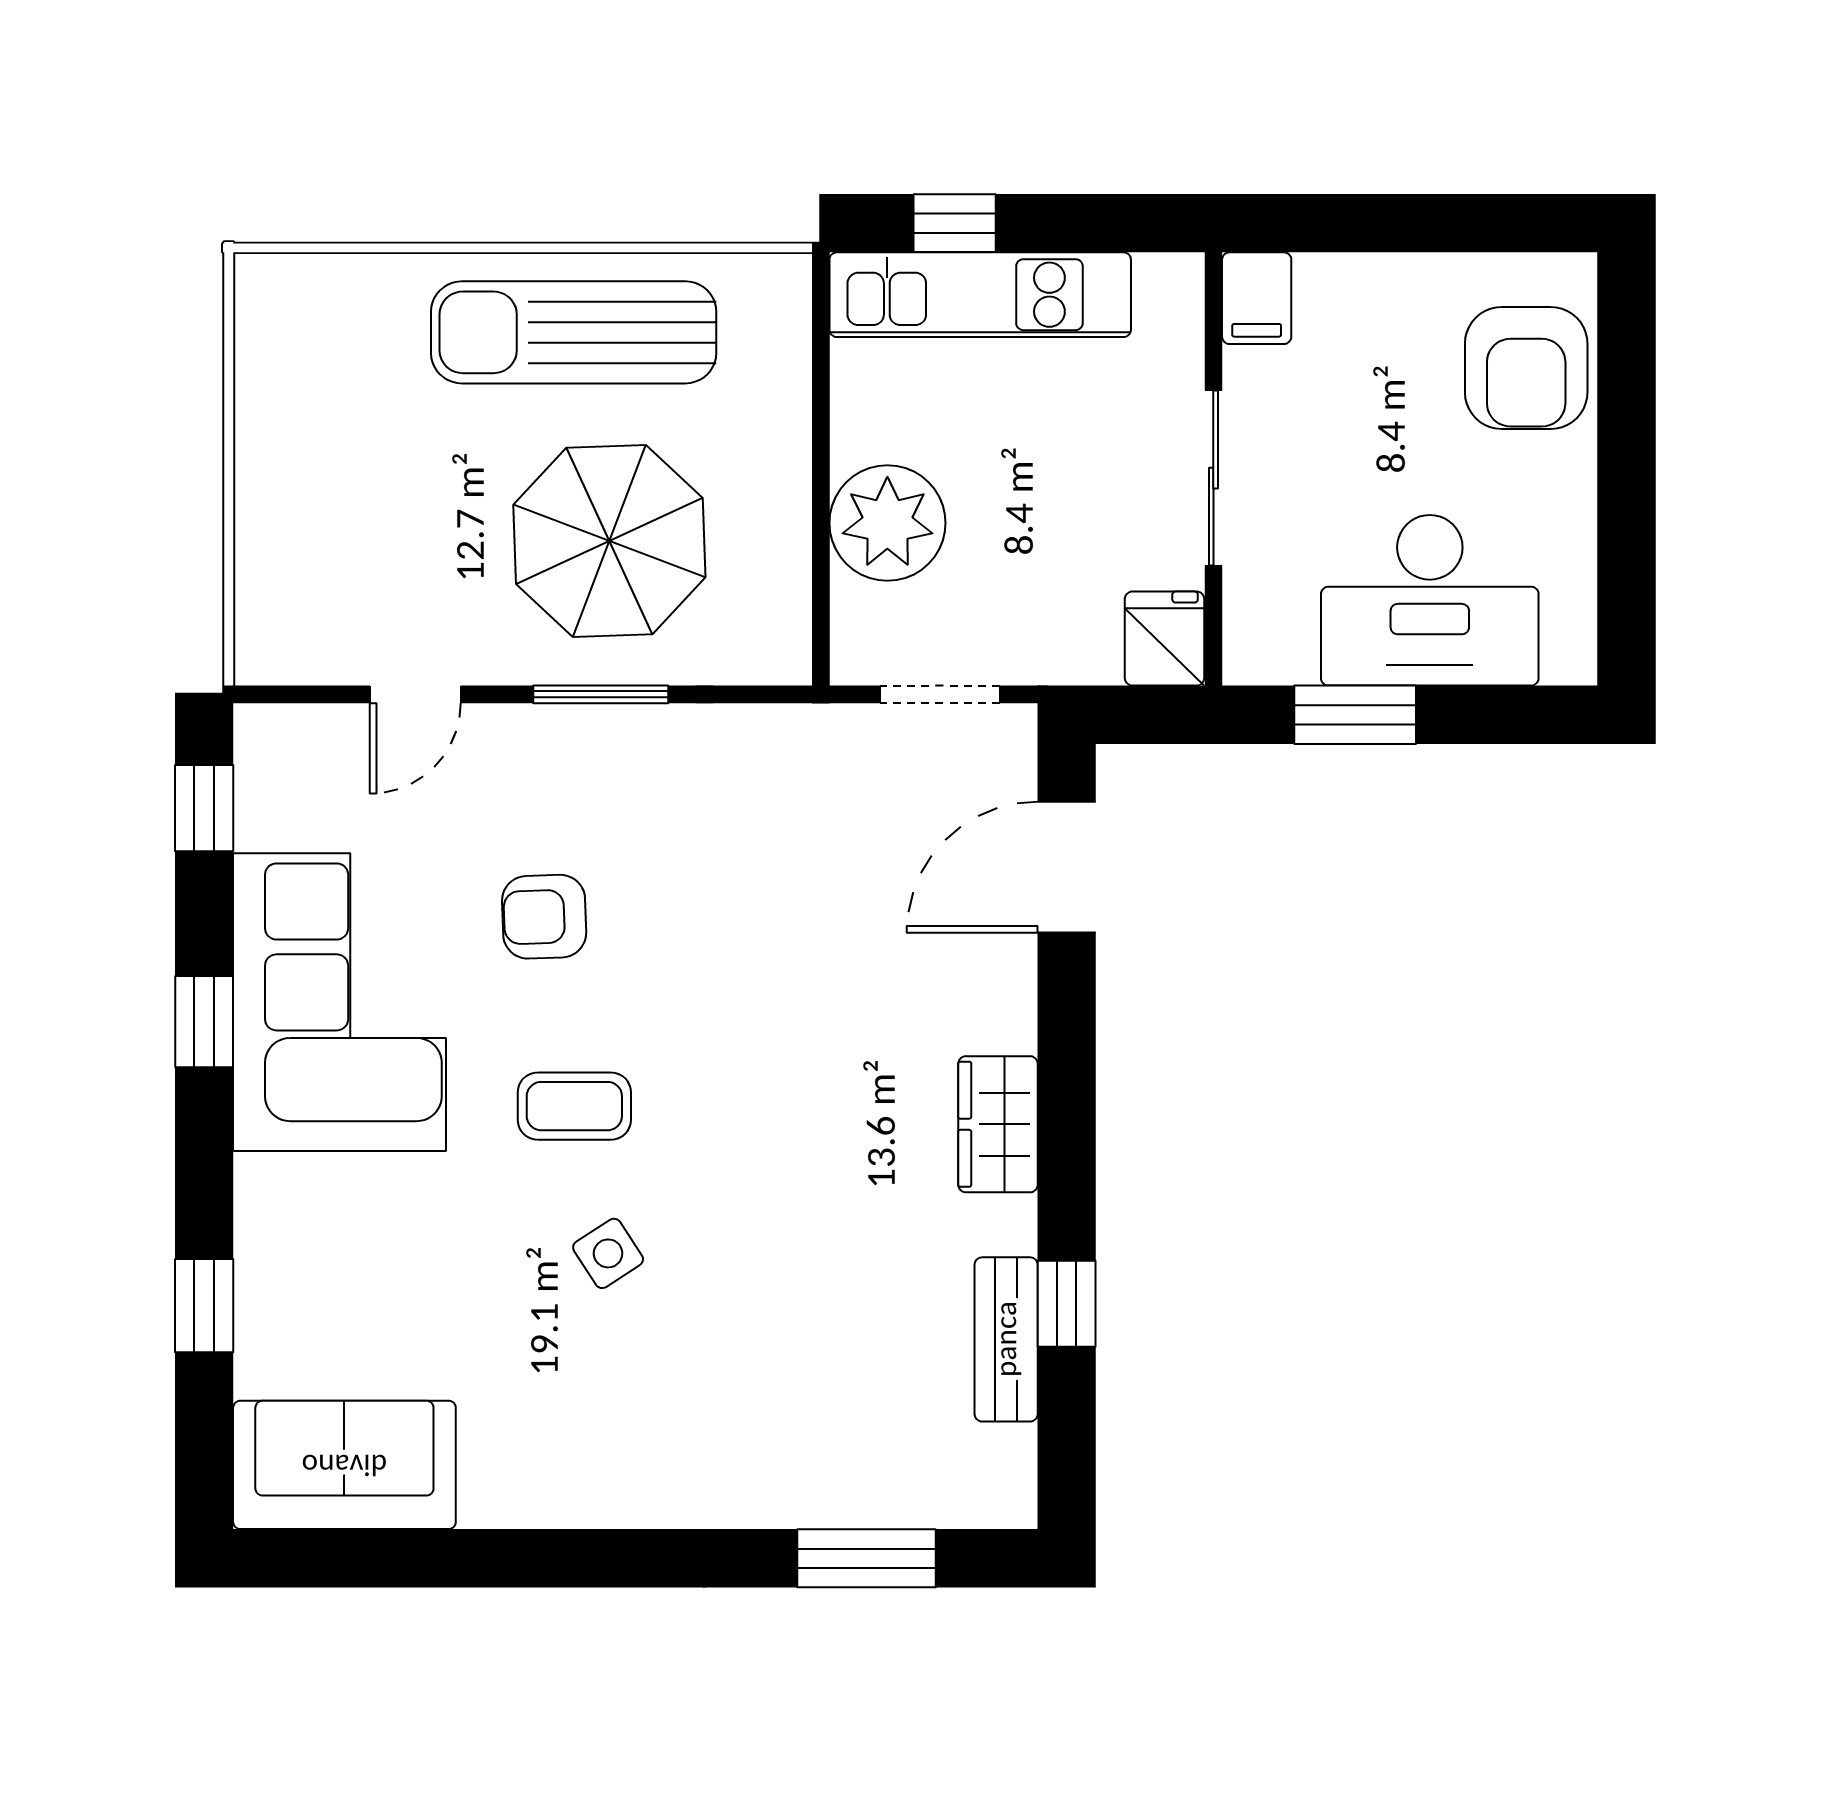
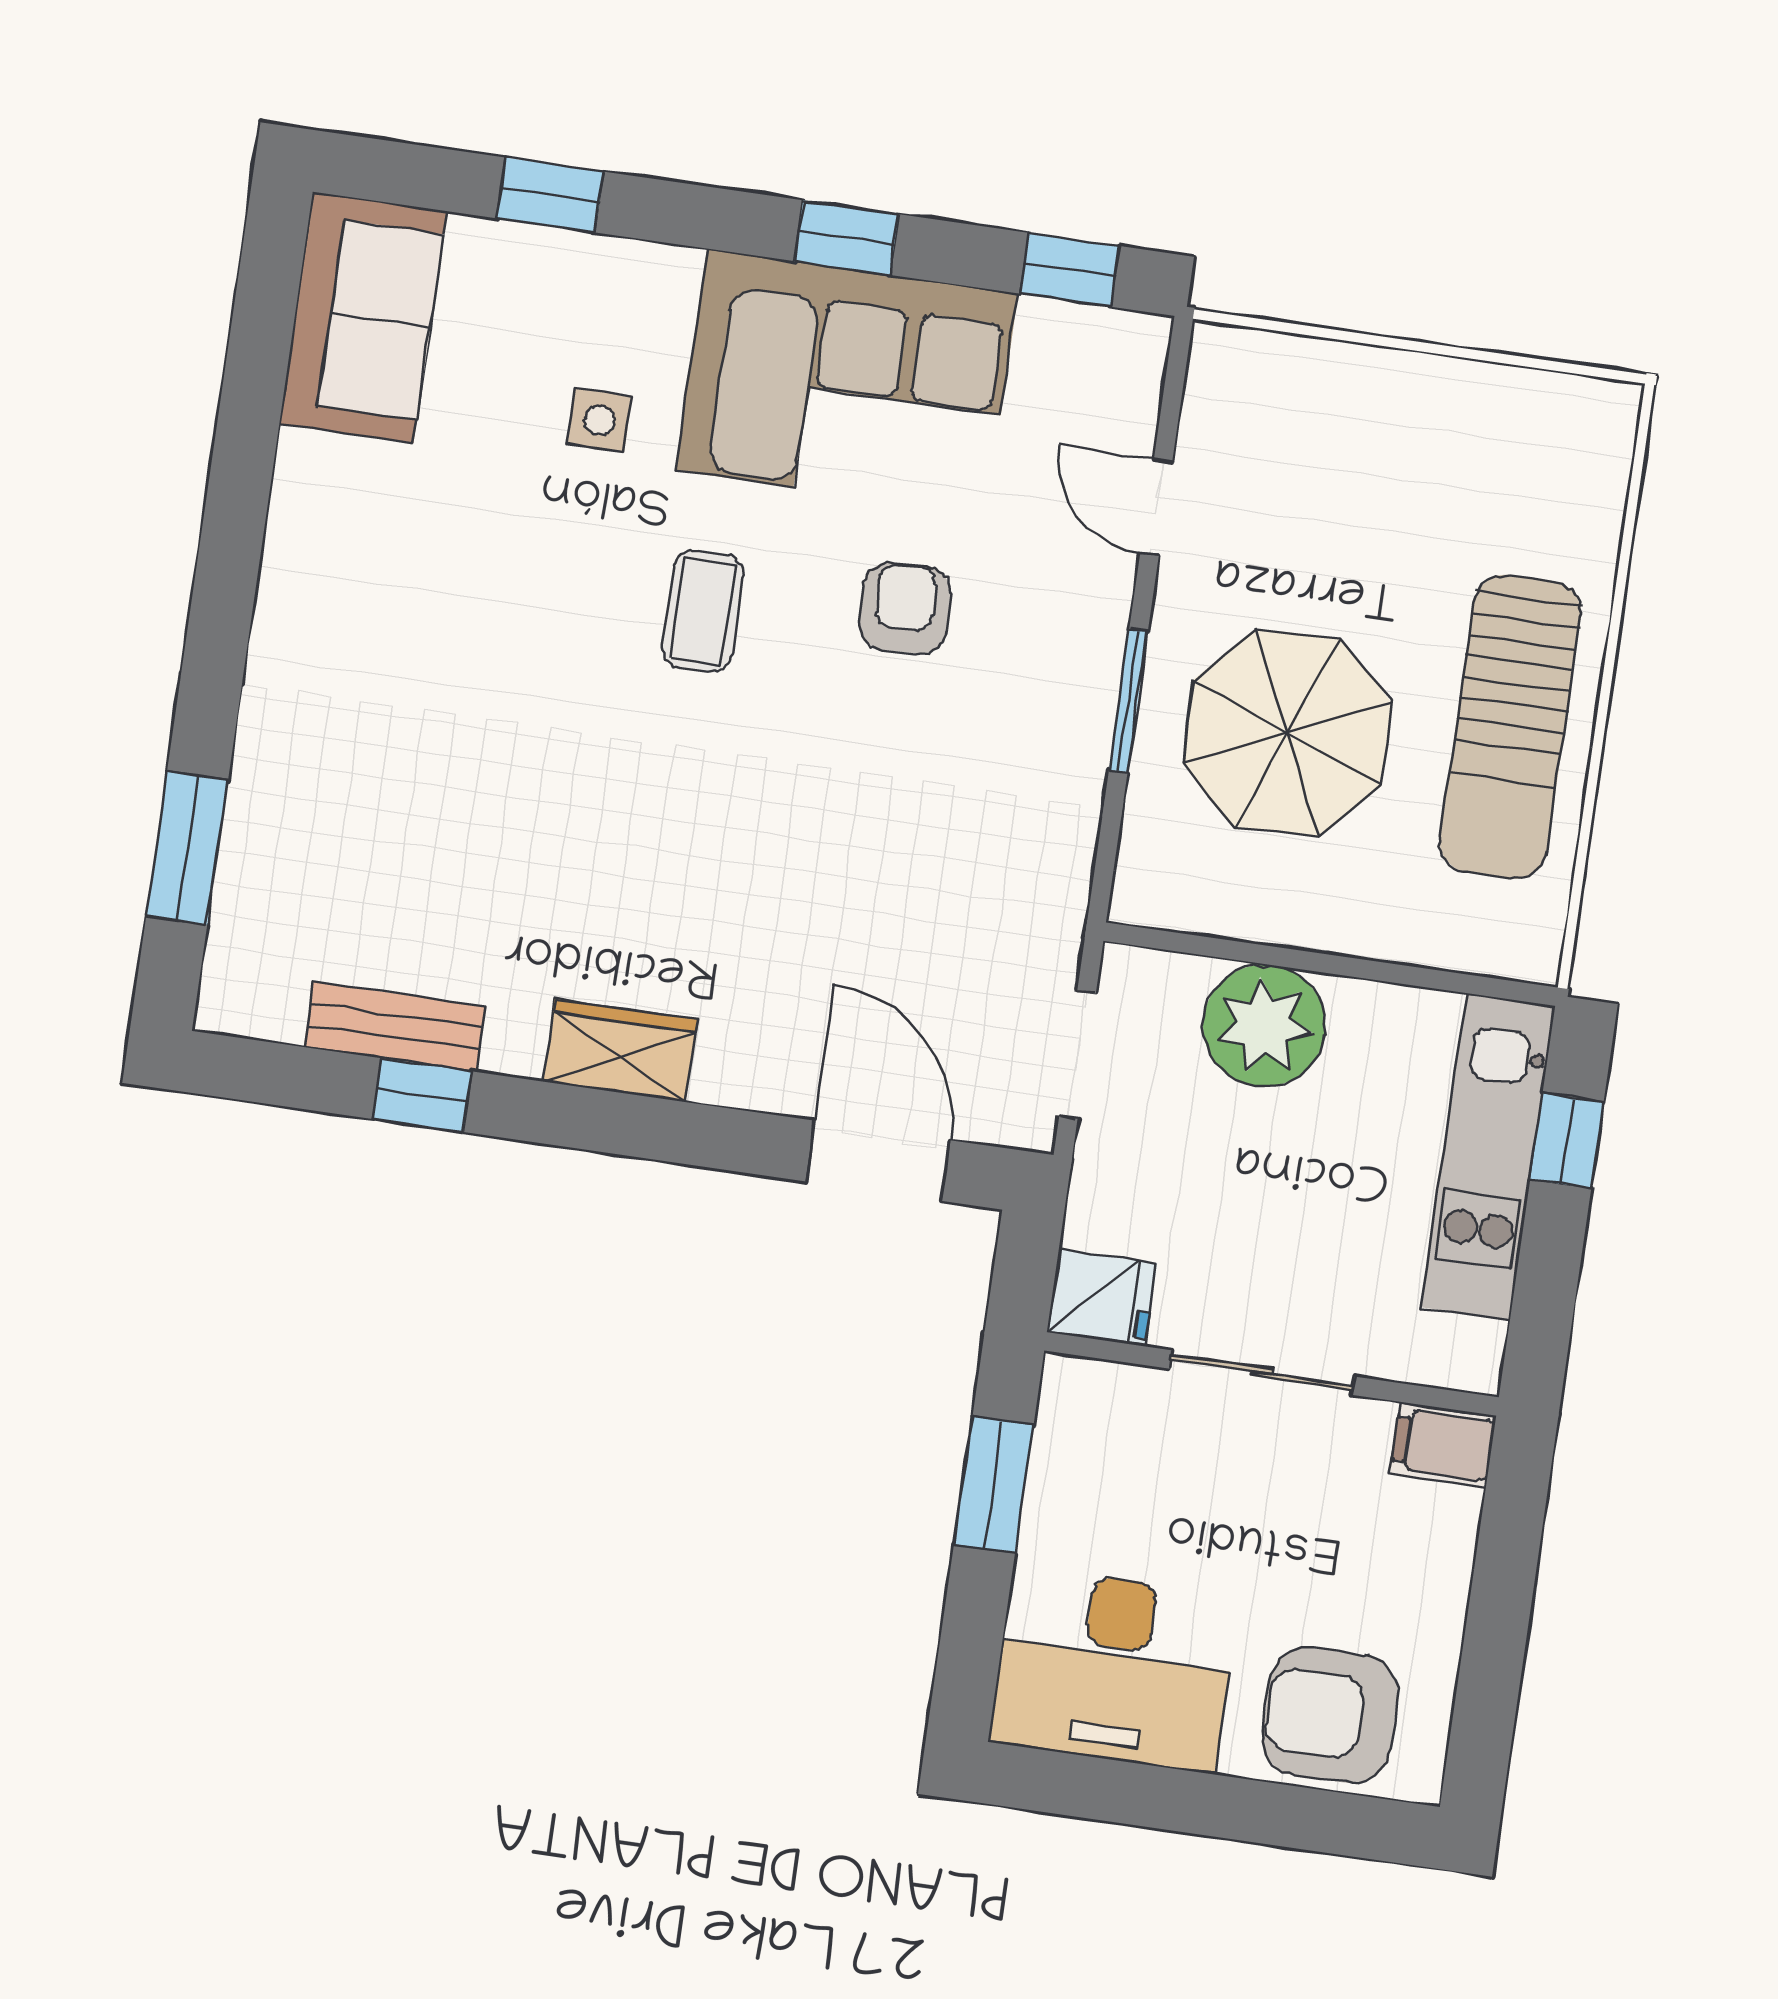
sun lounger: (574, 332) -> (1510, 727), turned 180
desk: (1430, 600) -> (1114, 1669), moved, turned -90
side table: (608, 1253) -> (600, 420), moved, turned 33

